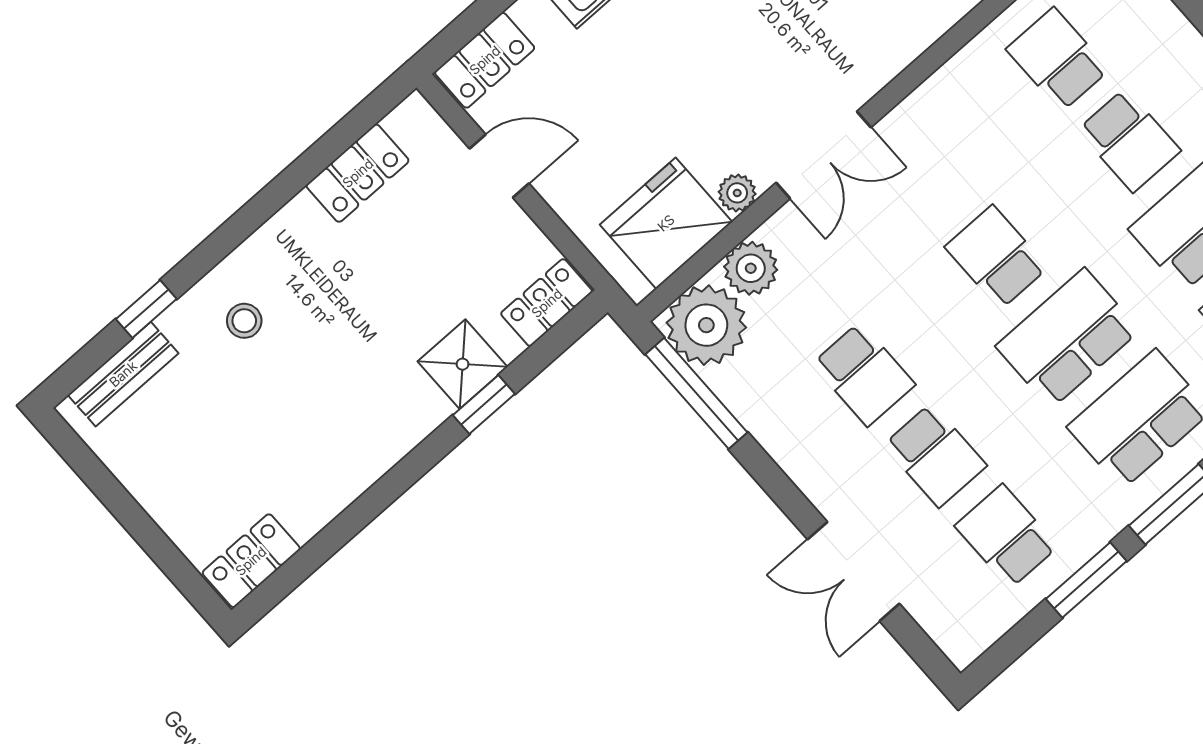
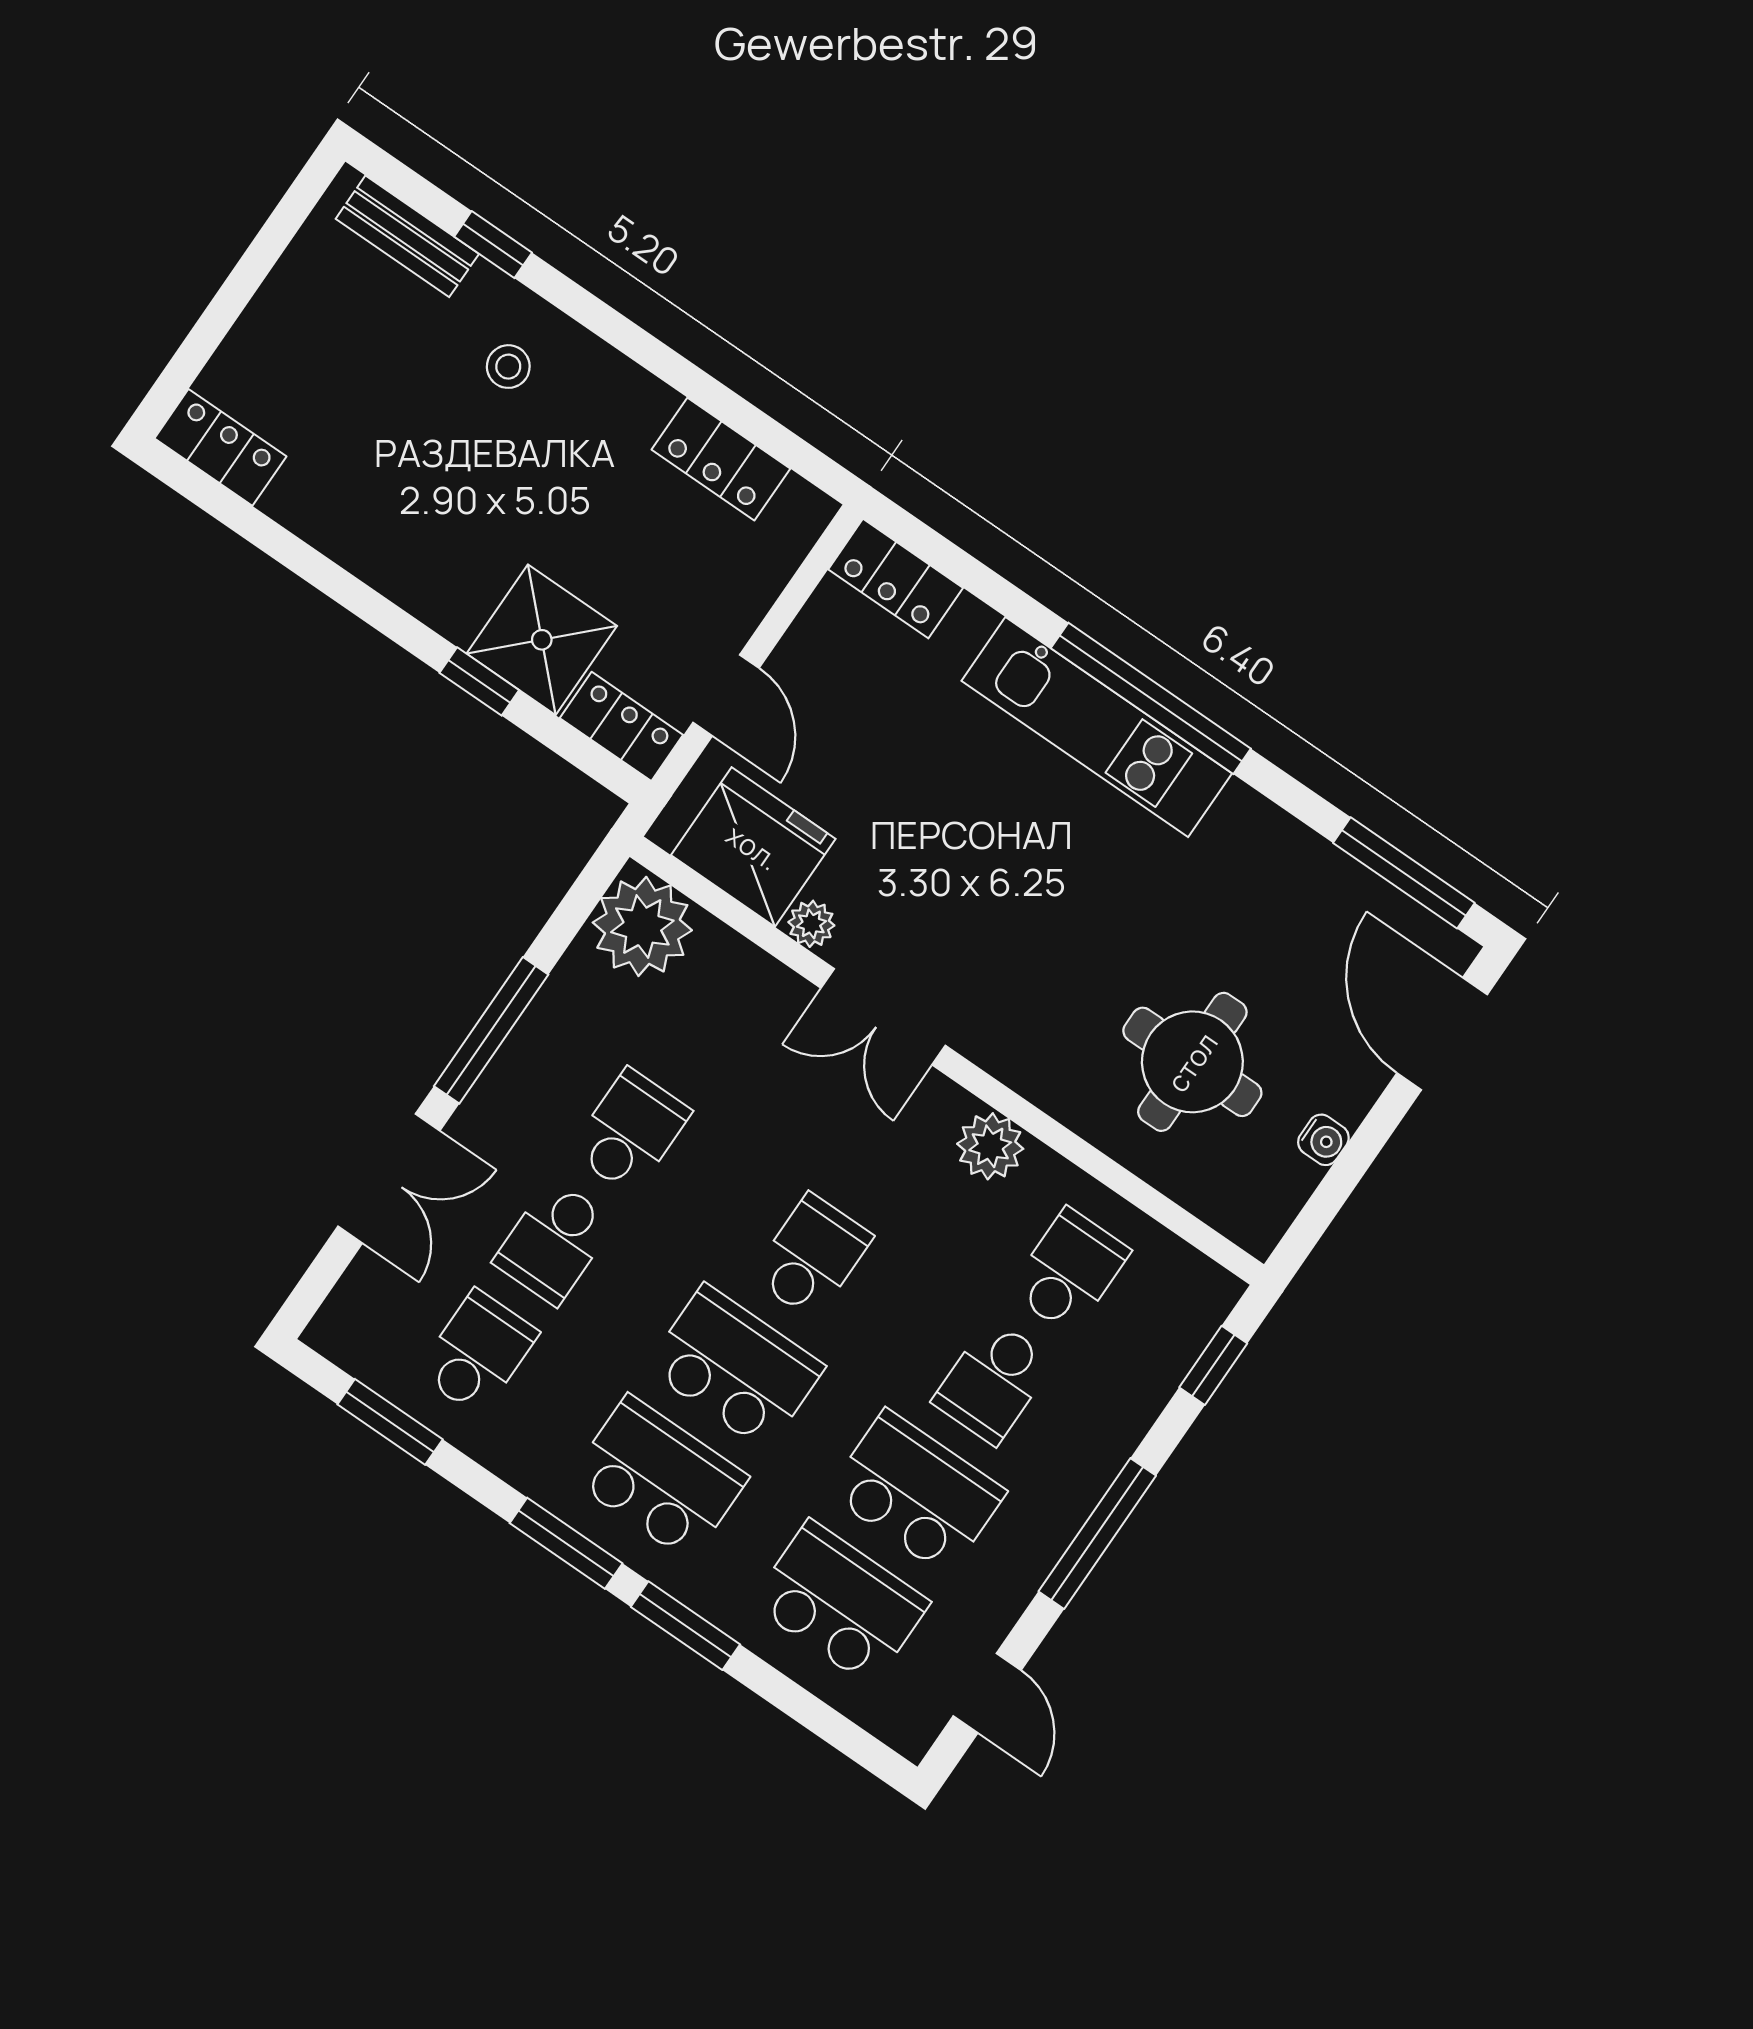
door: (499, 166) -> (726, 695), moved
plant: (751, 268) -> (990, 1146), moved
shower: (462, 364) -> (542, 640), width x1.36, depth x1.36
school desk: (864, 374) -> (630, 1131), turned 180
window: (696, 393) -> (491, 1030), moved
double door: (853, 571) -> (389, 1179), swing flipped
window: (1086, 580) -> (390, 1422), moved

